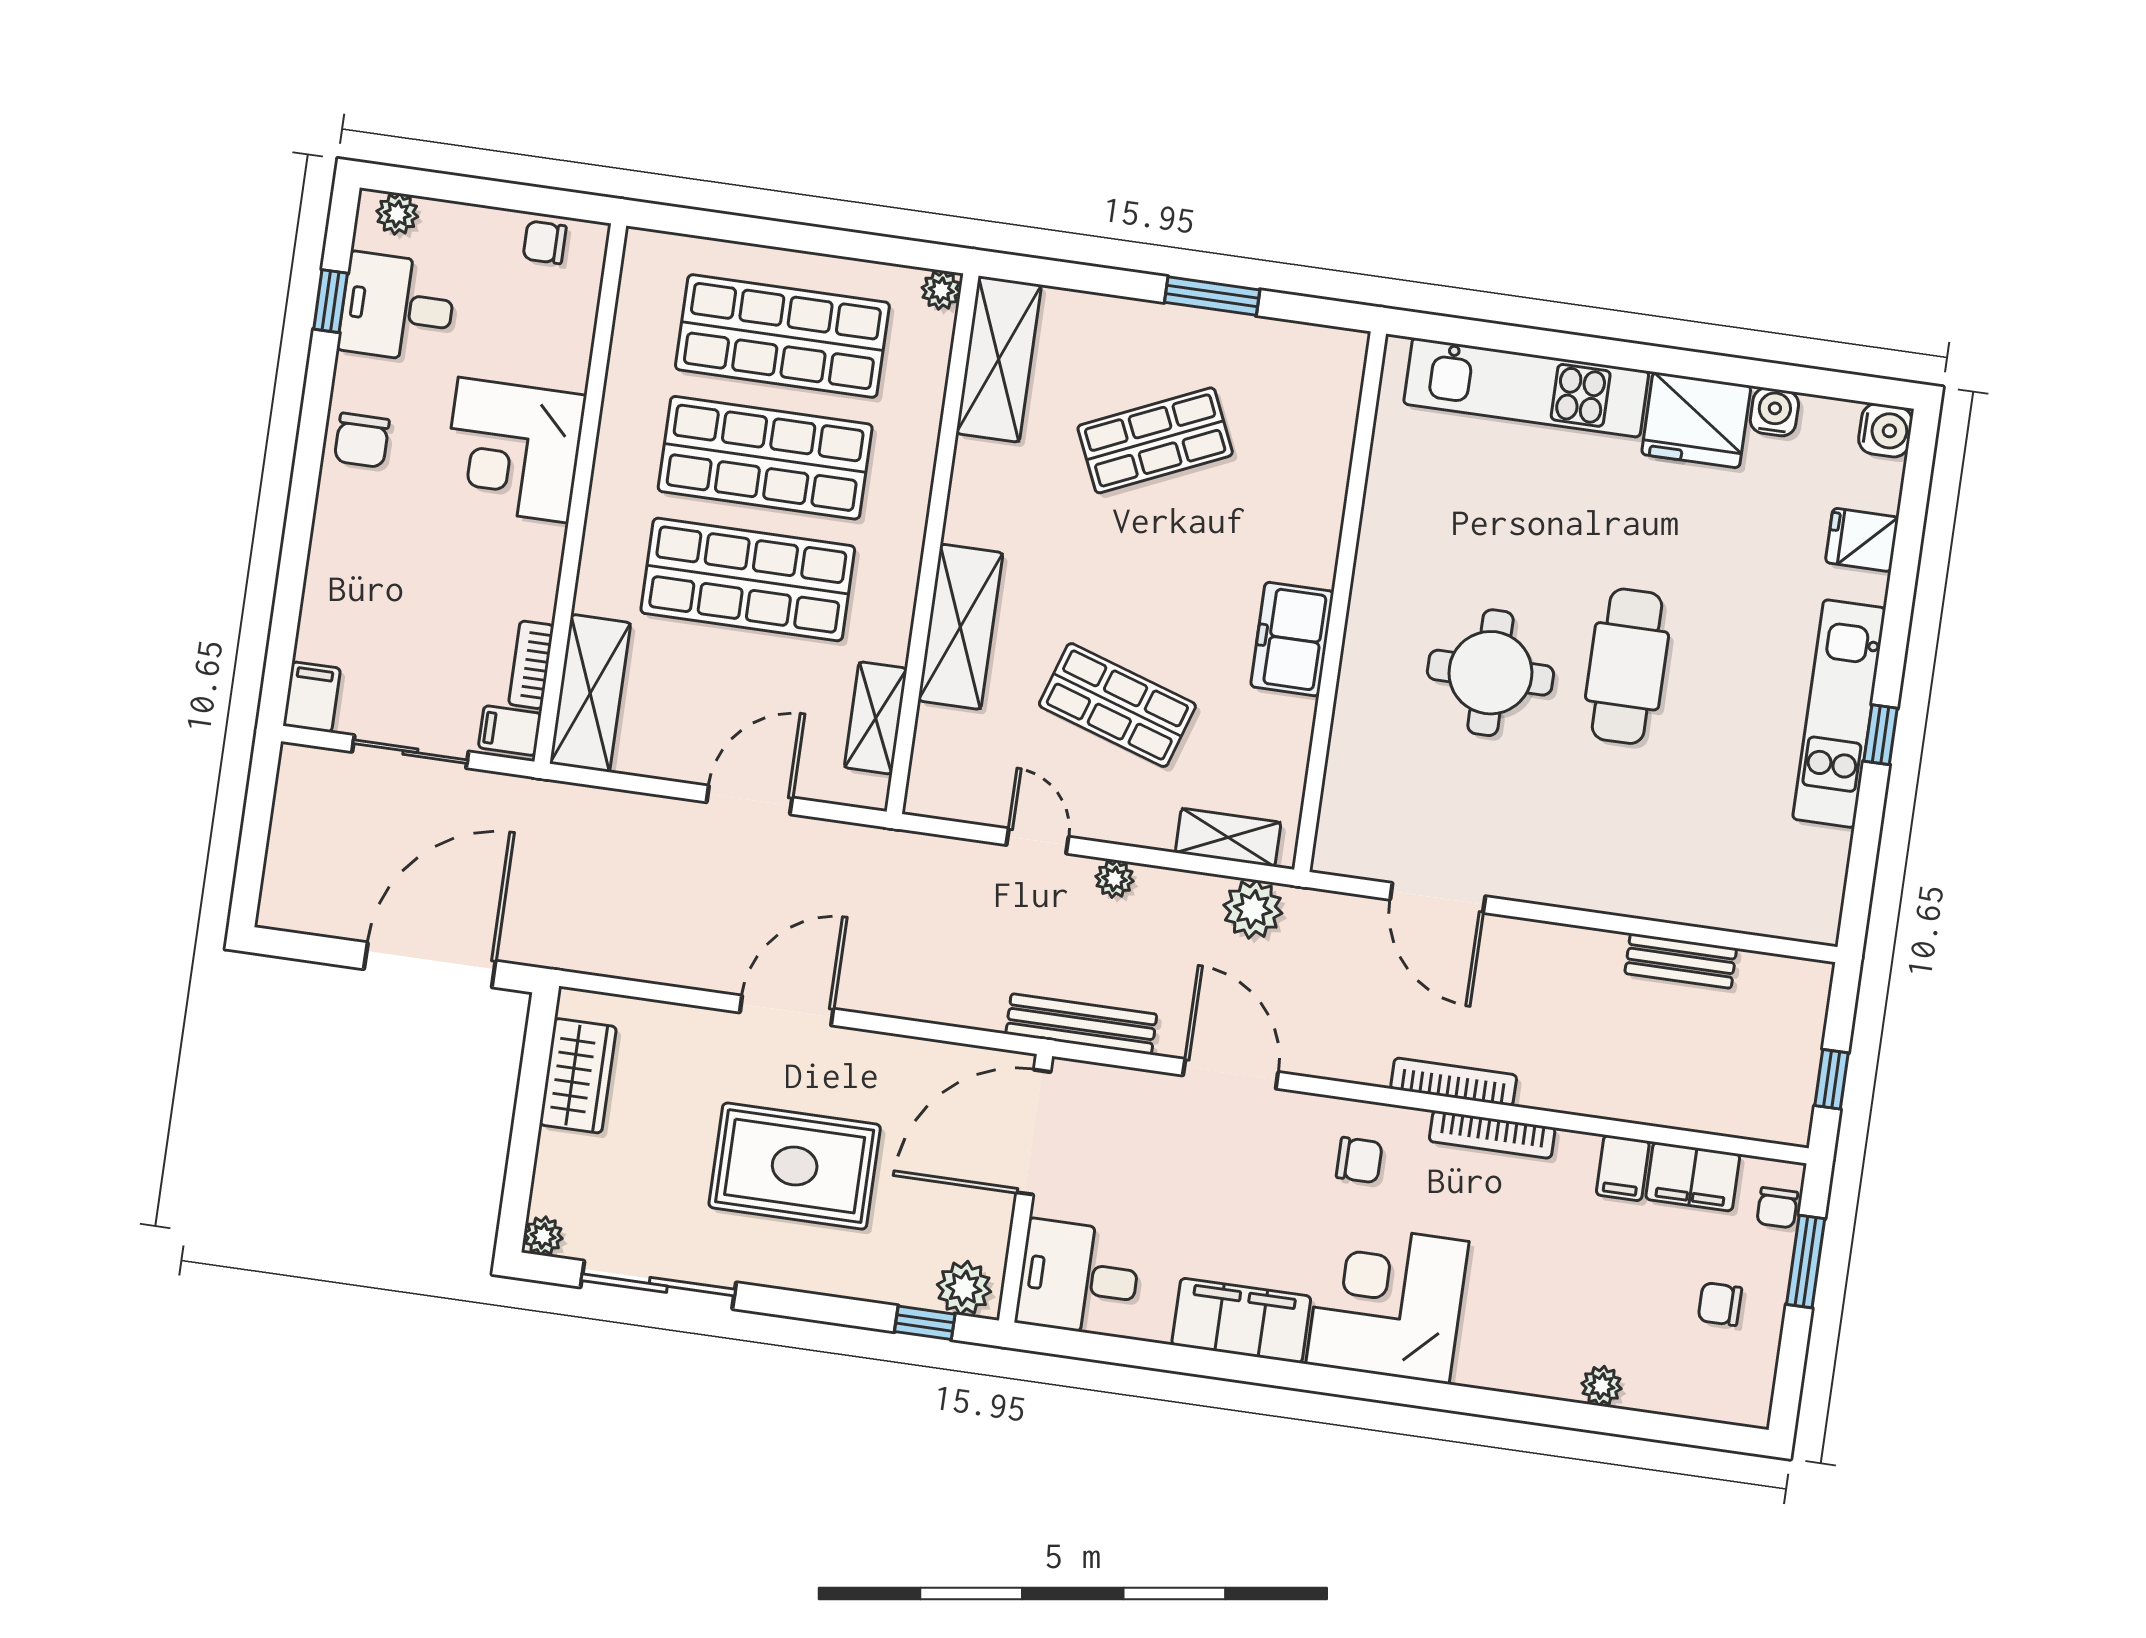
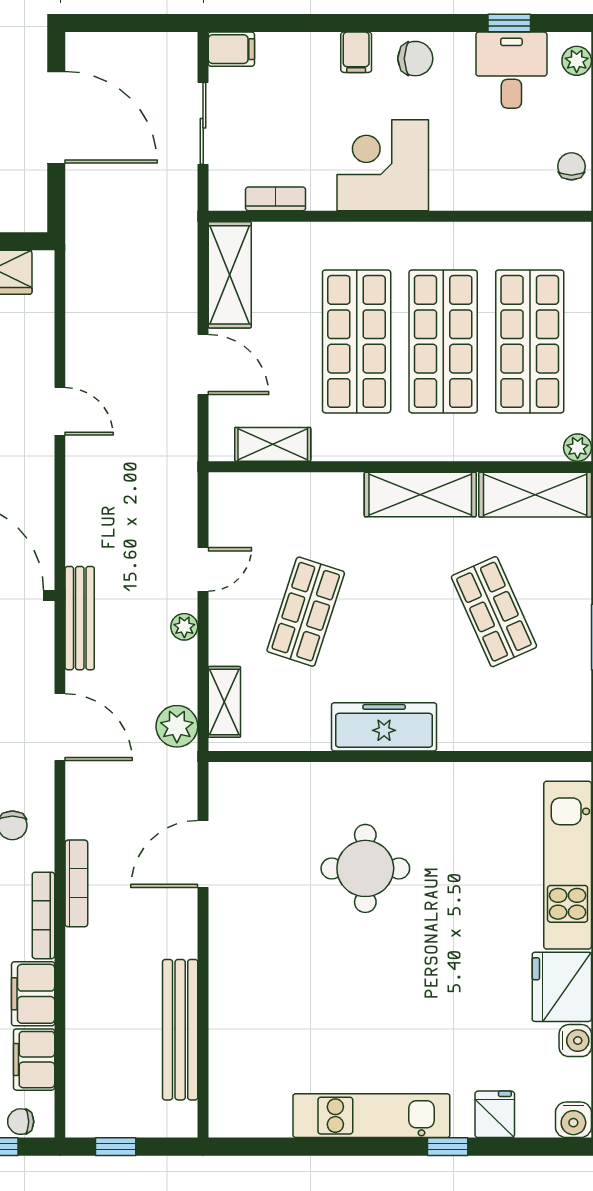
chair: (362, 440) -> (415, 59), turned 180
corner desk: (513, 450) -> (383, 165), moved
shelving: (960, 627) -> (420, 494), moved
freezer: (1292, 639) -> (384, 727), width x1.40
cafe table: (1627, 666) -> (383, 963), removed
shelving: (590, 693) -> (230, 275), moved, turned 90
filing cabinet: (510, 731) -> (356, 52), moved, turned 180
window: (1881, 735) -> (448, 1147), moved
bench: (1681, 961) -> (180, 1030), width x1.86, depth x1.21
door: (430, 965) -> (56, 117), moved
door: (787, 1011) -> (60, 411), width x0.73
door: (1231, 1074) -> (60, 727), hinge flipped
filing cabinet: (1623, 1168) -> (33, 994), width x2.00

